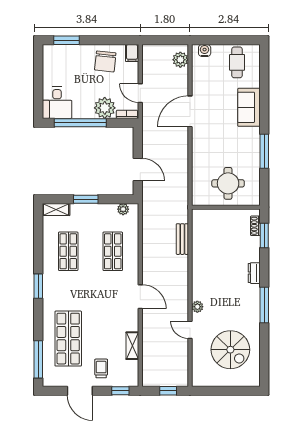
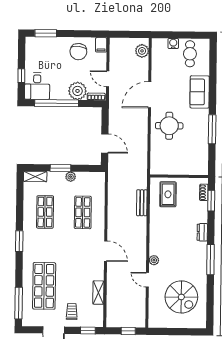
water cooler: (205, 51) -> (173, 44), moved
window: (38, 91) -> (21, 76), added
round table: (228, 183) -> (169, 126), moved
plant: (123, 209) -> (71, 177), moved
rug: (213, 229) -> (168, 194), added

